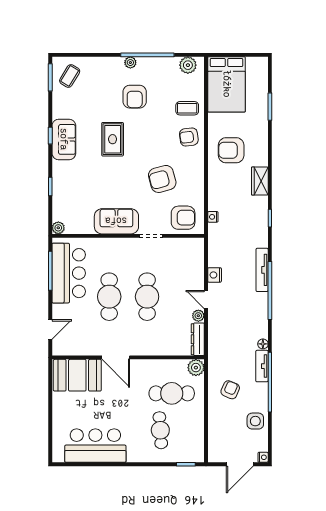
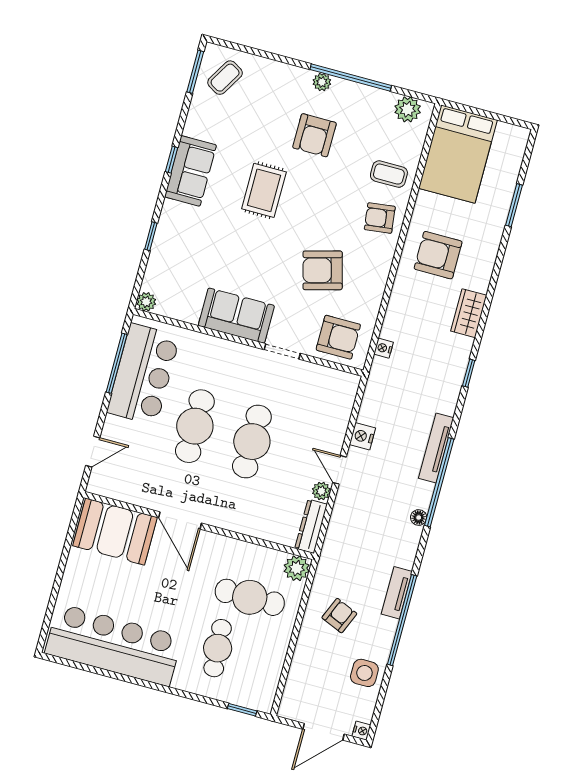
floor lamp: (263, 344) -> (419, 517), moved
bar counter: (95, 446) -> (114, 645), width x1.36

